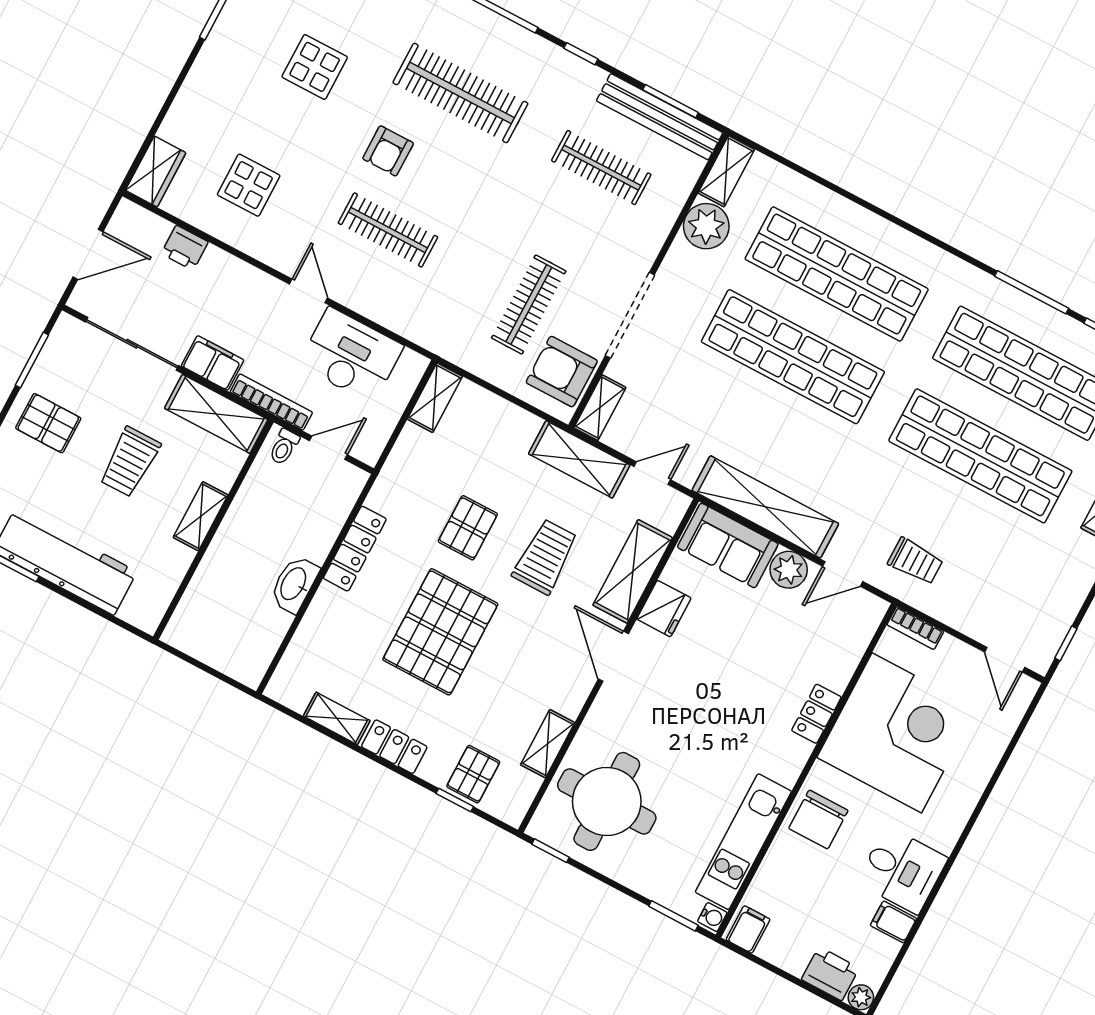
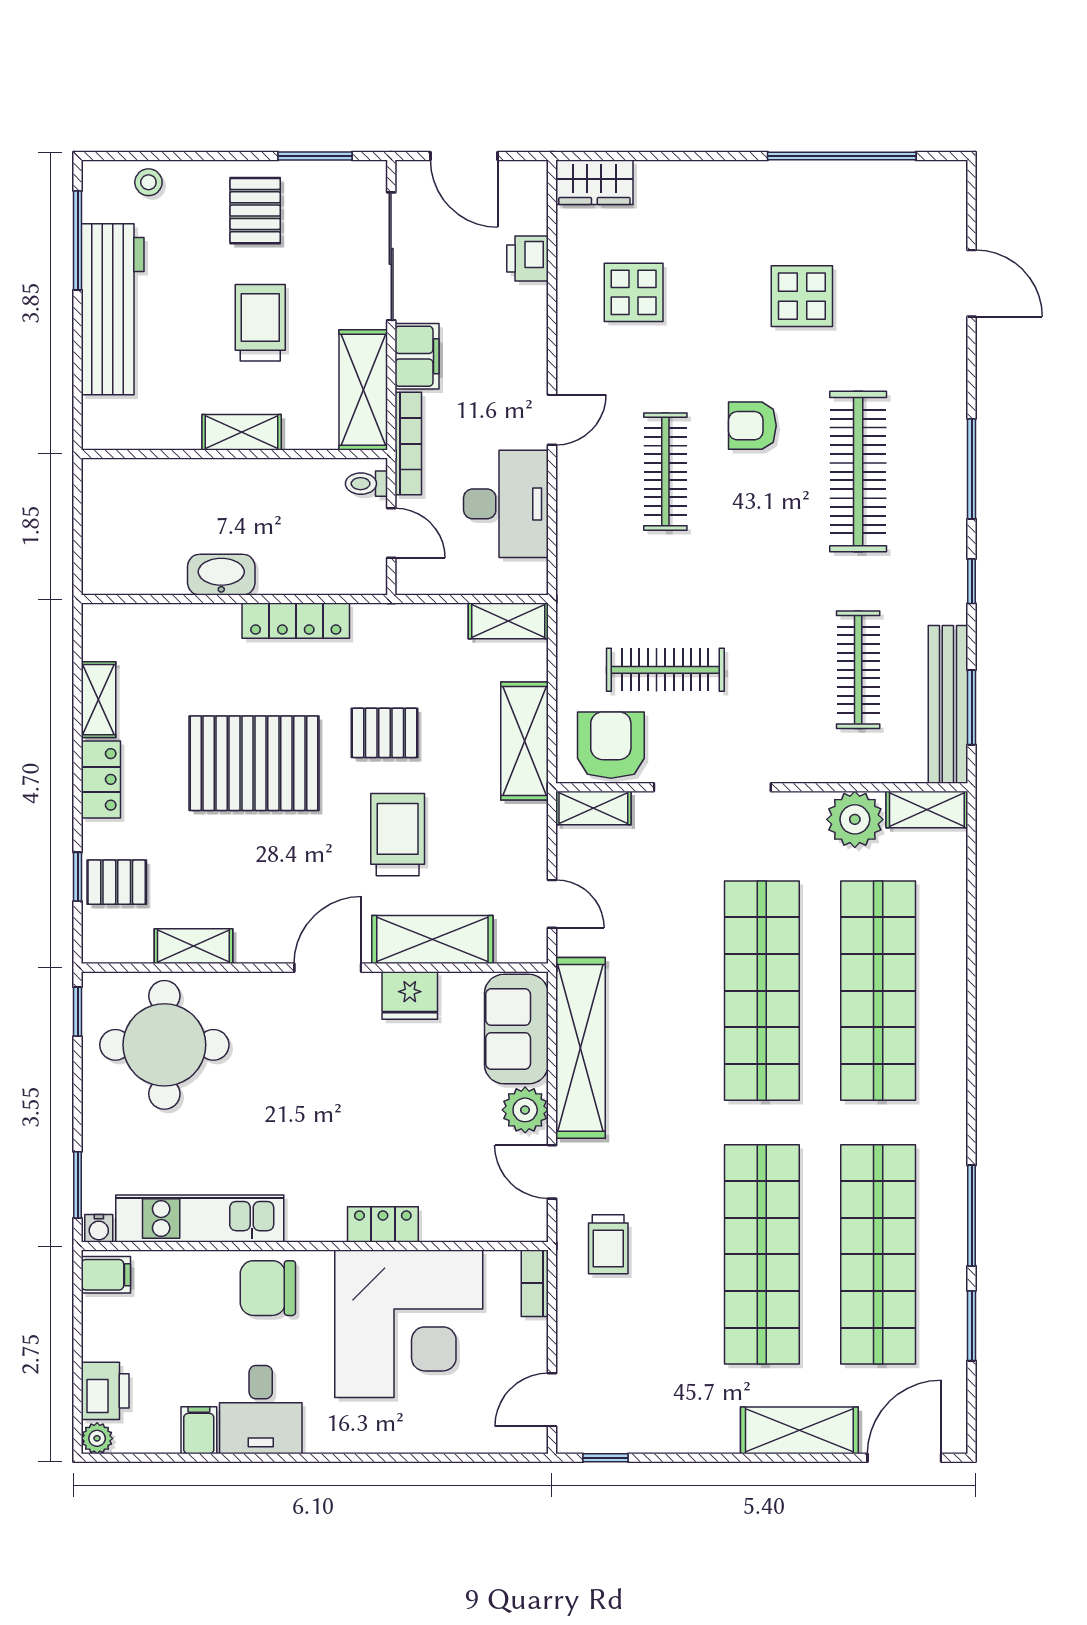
shelving: (579, 459) -> (524, 741), moved
trolley: (130, 462) -> (260, 323), turned 90
trolley: (545, 557) -> (398, 835), turned -90

